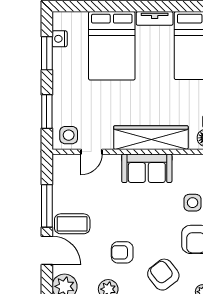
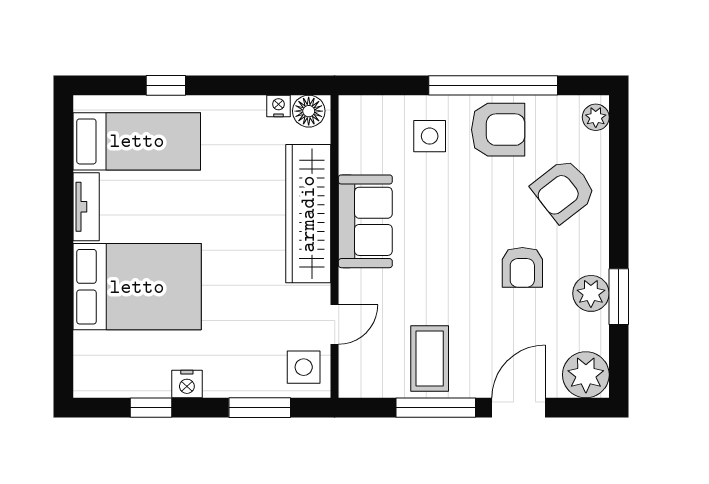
nightstand: (60, 39) -> (187, 384), moved
window: (47, 53) -> (151, 408), width x0.67
door: (91, 152) -> (335, 324), hinge flipped
coffee table: (72, 224) -> (430, 358), moved

